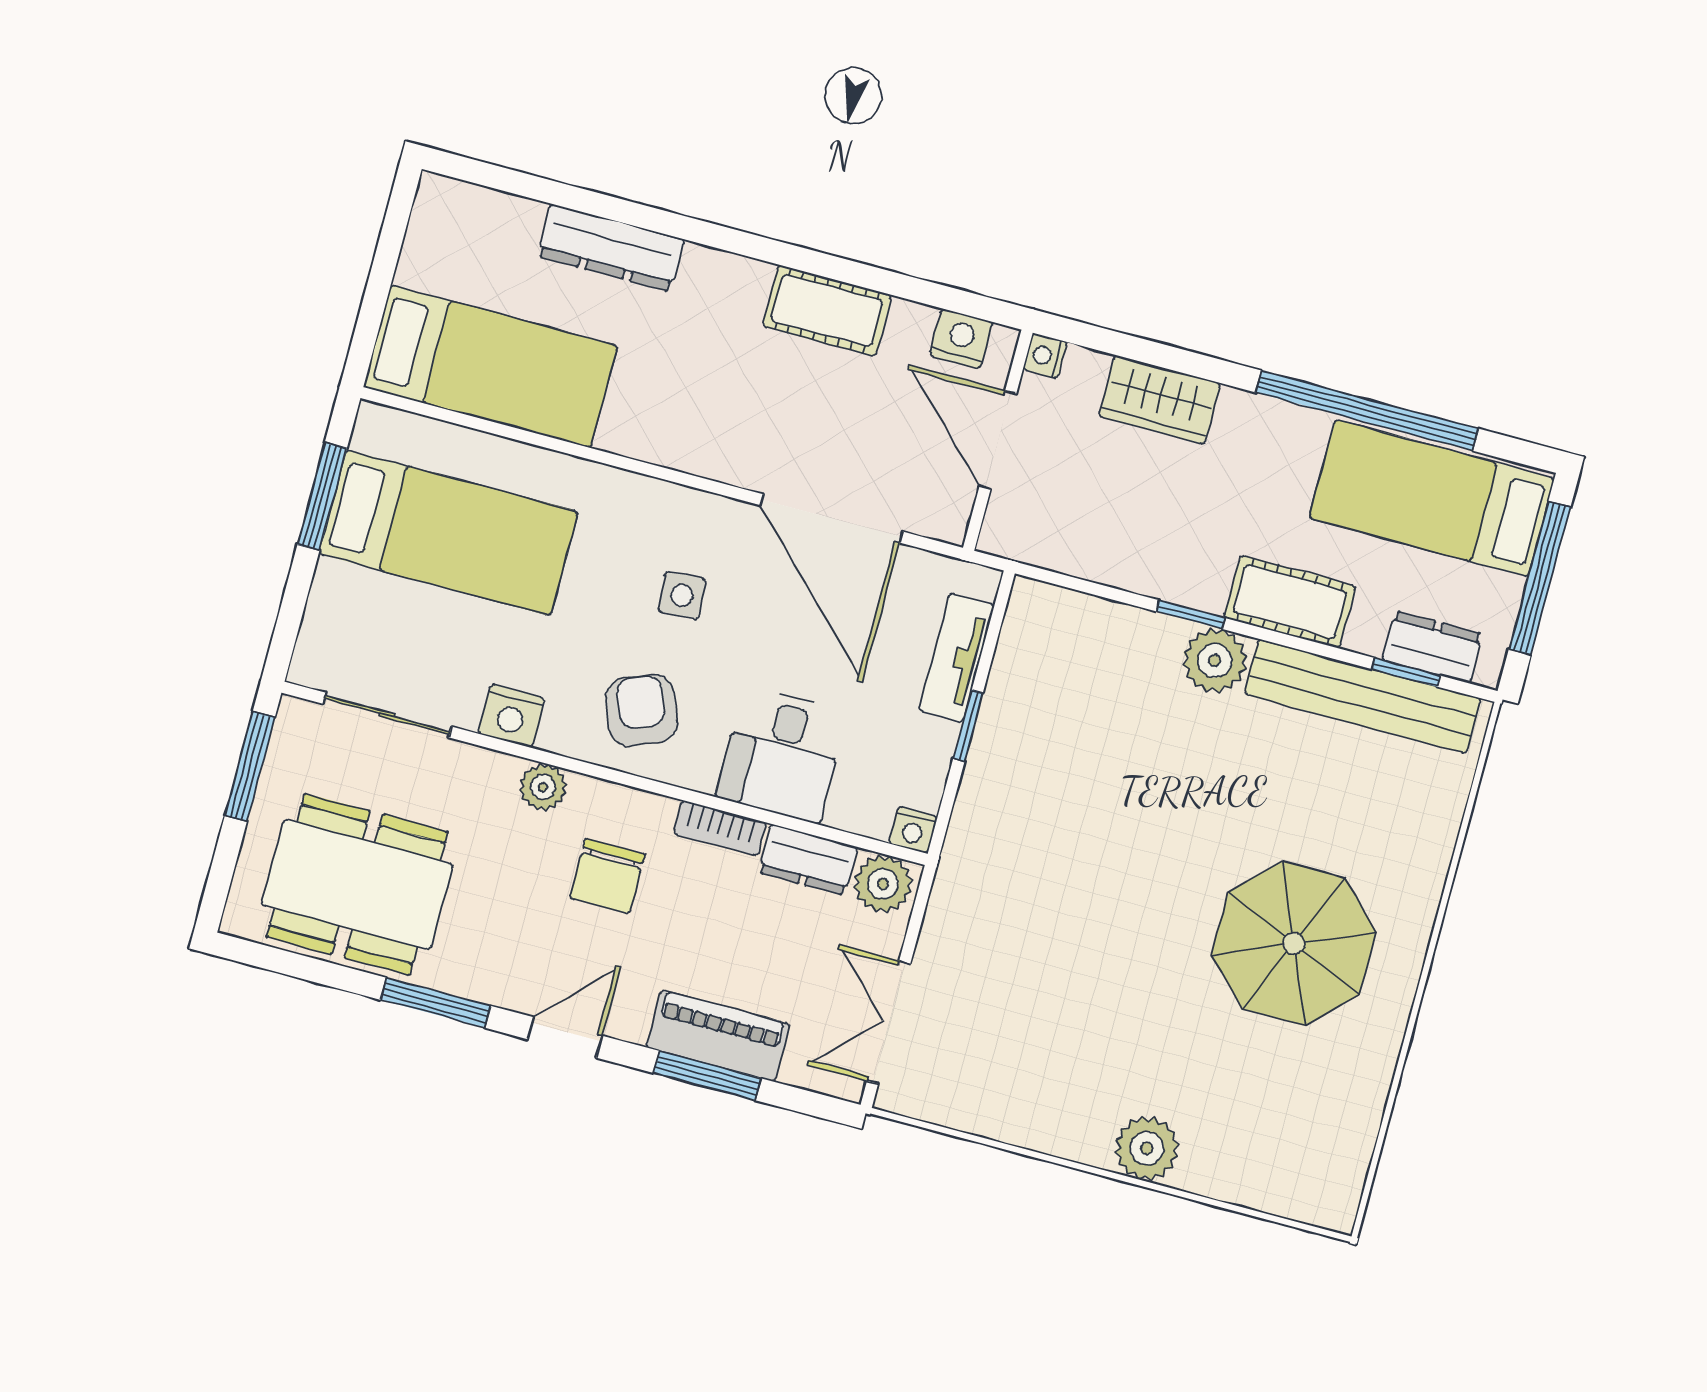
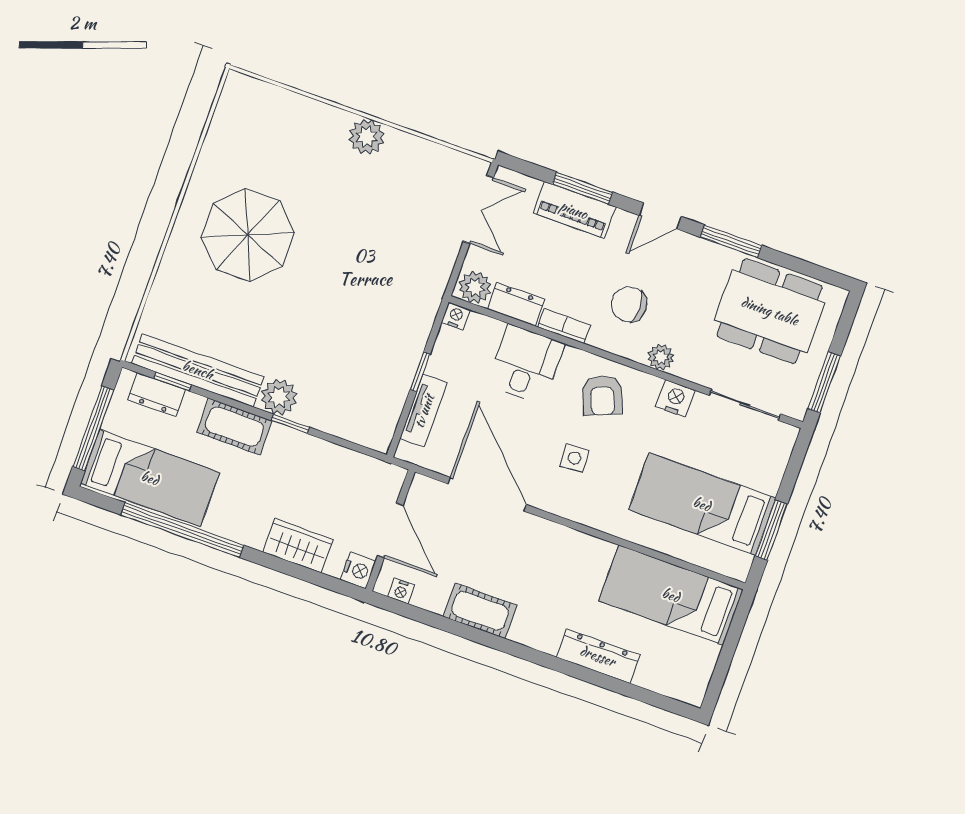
nightstand: (961, 339) -> (401, 591), width x0.72, depth x0.74
nightstand: (1045, 356) -> (358, 570), width x1.39, depth x1.35
chair: (607, 876) -> (629, 304), turned -90
plant: (1147, 1148) -> (367, 137), moved

